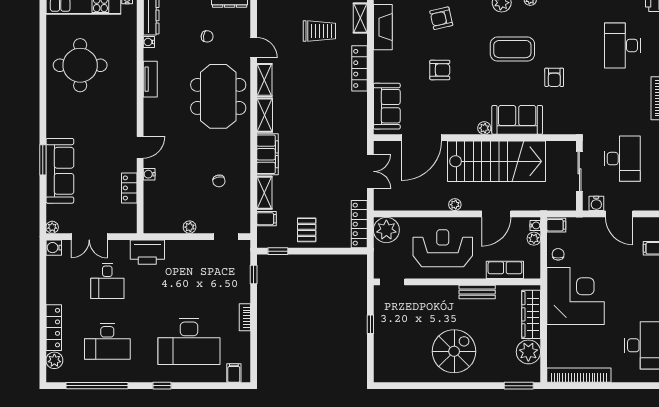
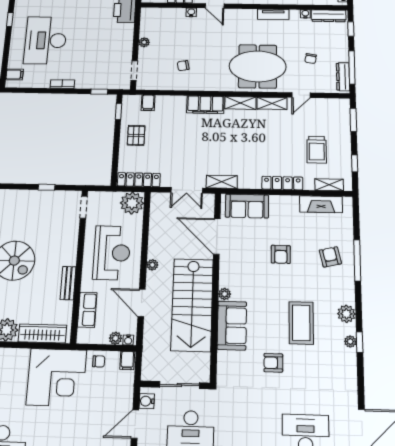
shelving: (264, 193) -> (222, 182), moved
pallet: (307, 230) -> (136, 135), turned 90

